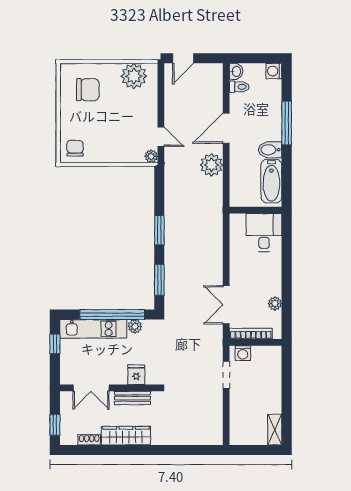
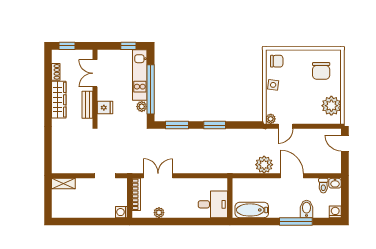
bidet: (270, 150) -> (307, 209), moved
side table: (106, 153) -> (273, 85), added
washing machine: (243, 353) -> (121, 212), moved
shelving: (275, 430) -> (63, 184), moved

